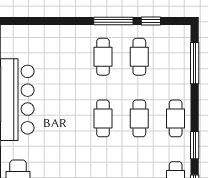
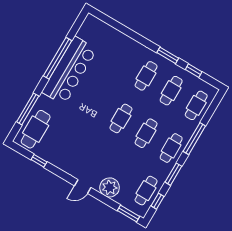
window: (113, 21) -> (168, 55), width x0.69
cafe table: (176, 57) -> (196, 105), added
window: (195, 63) -> (194, 139), moved

